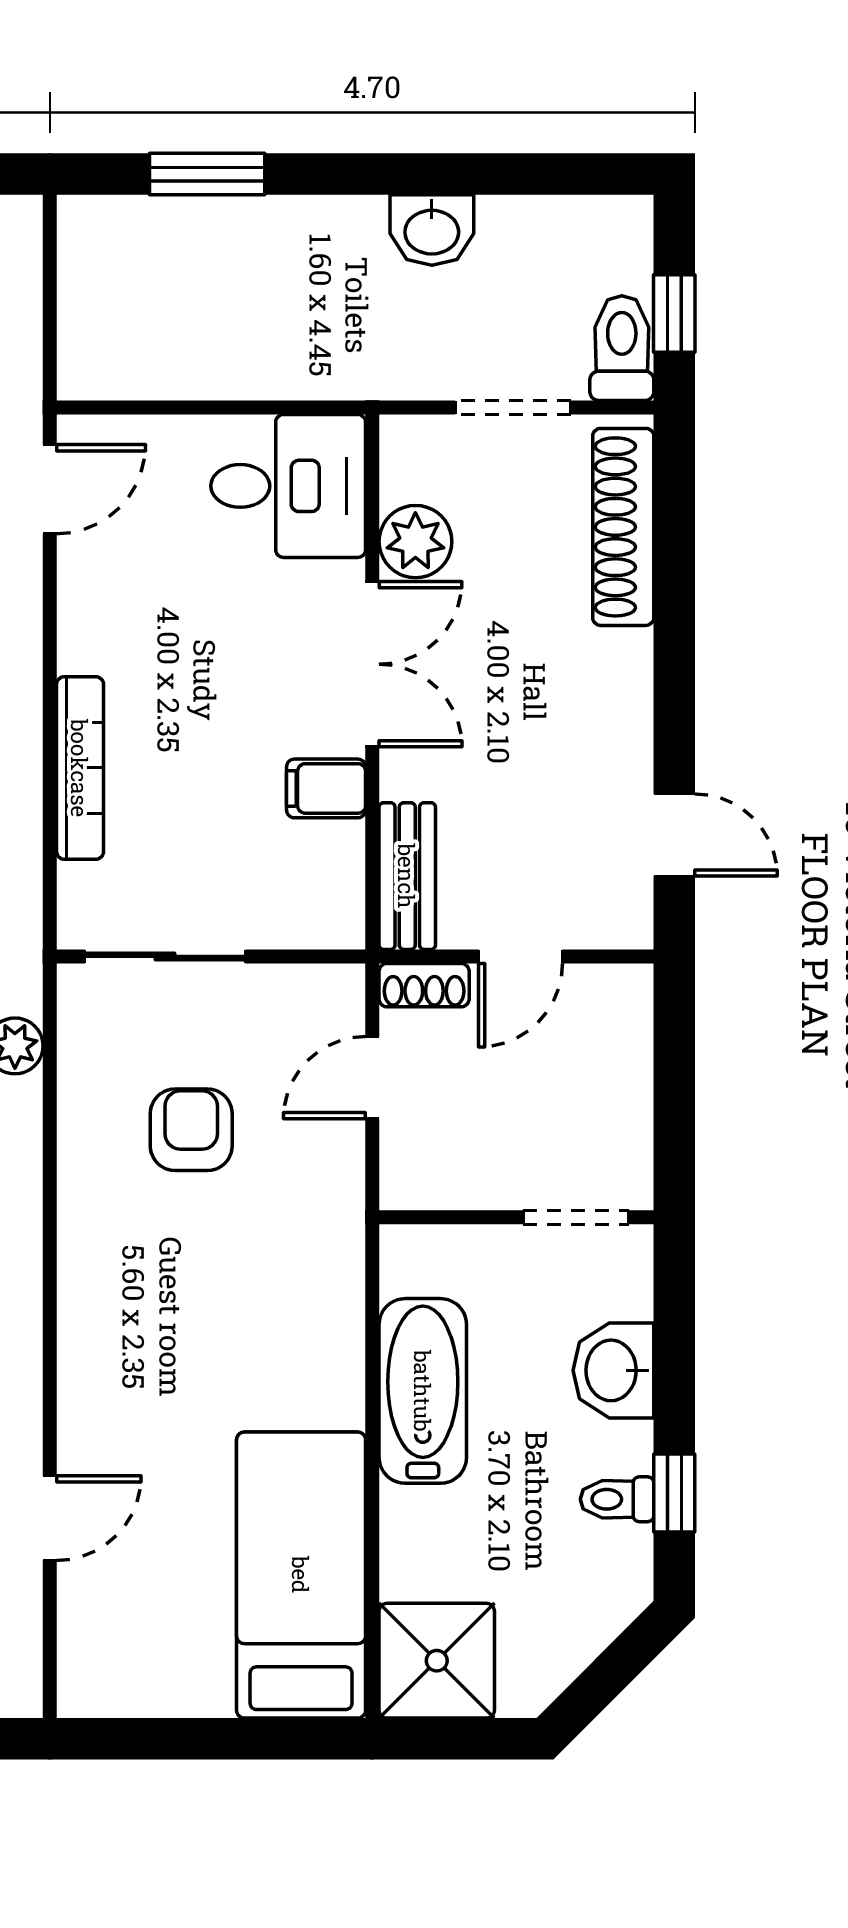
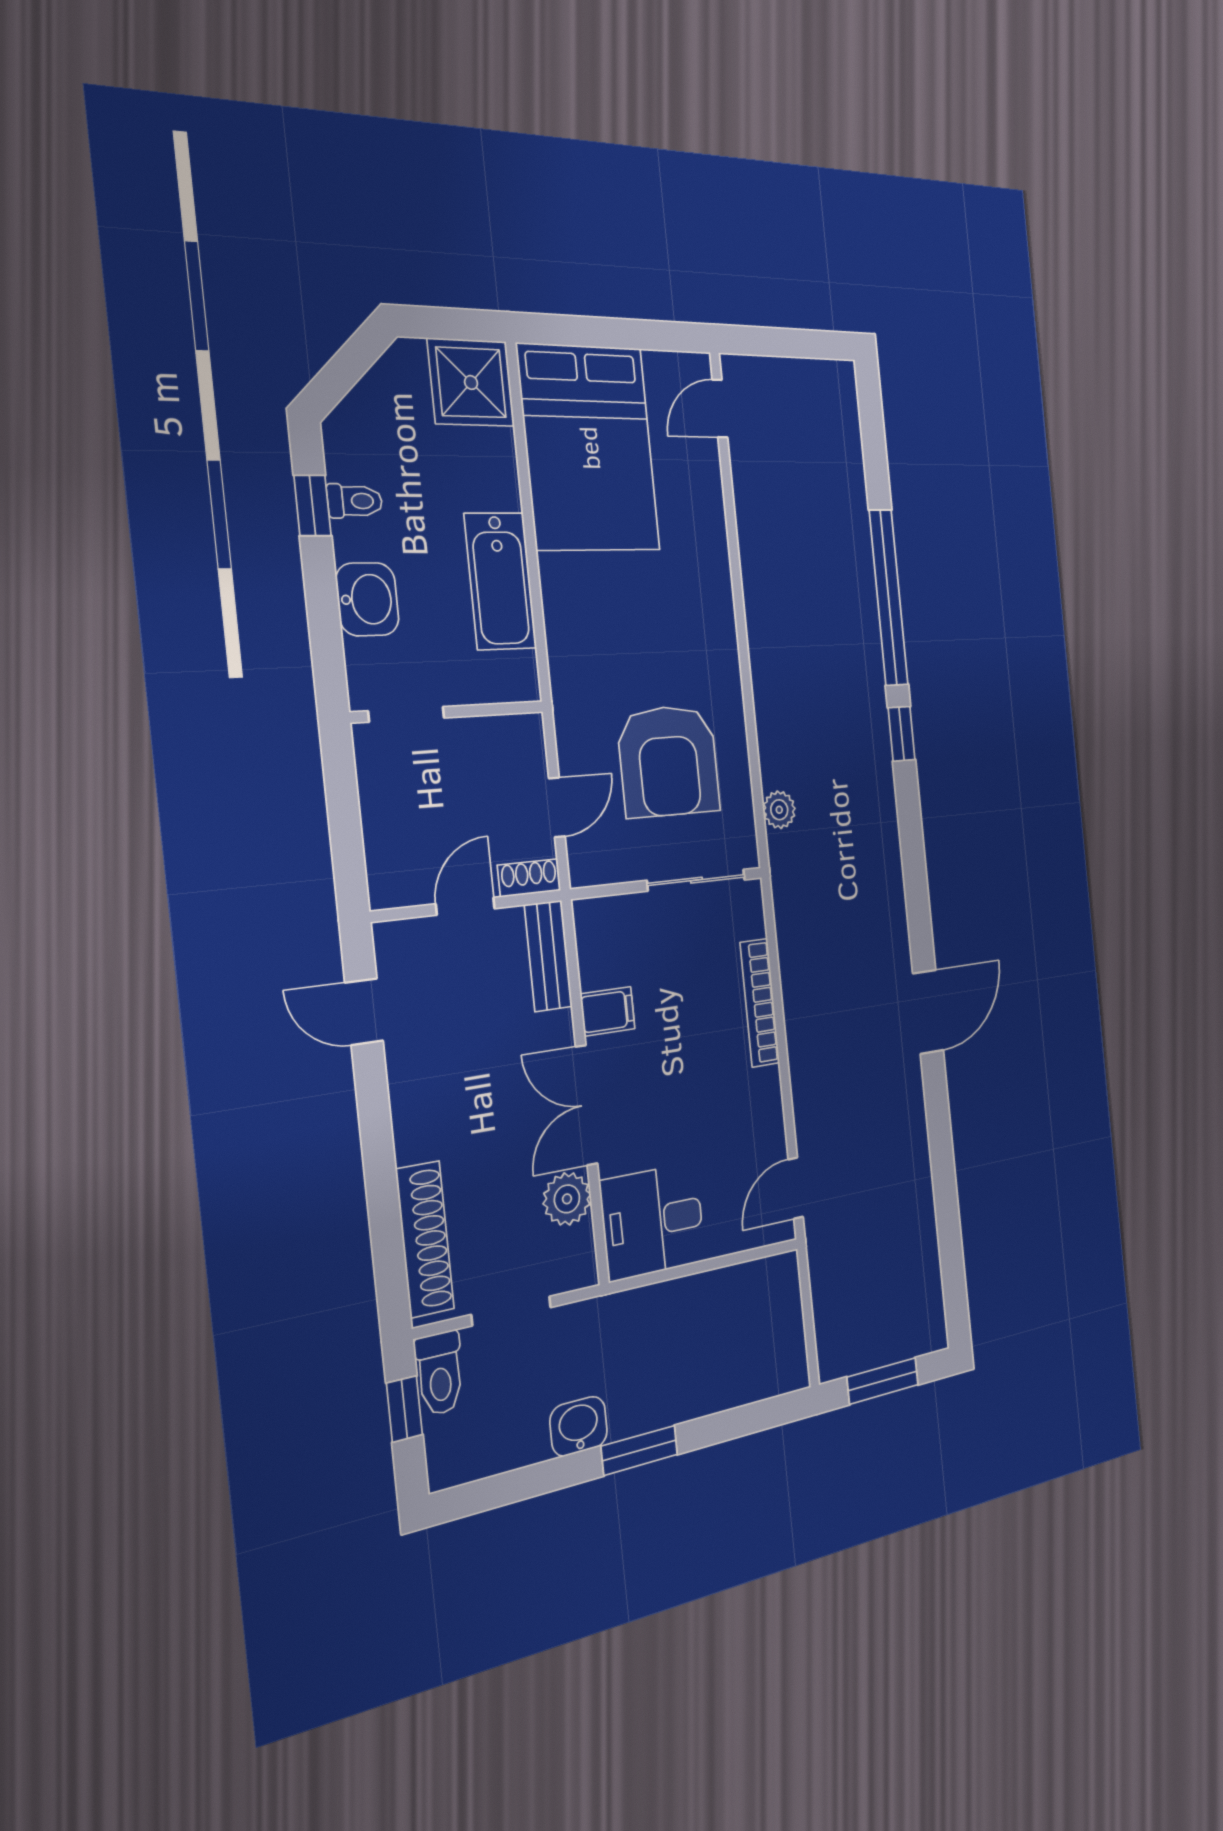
window: (207, 174) -> (640, 1450), moved
armchair: (191, 1130) -> (669, 761), width x1.88, depth x1.88
door: (50, 1518) -> (720, 409), moved
bed: (301, 1575) -> (589, 448), width x1.50

